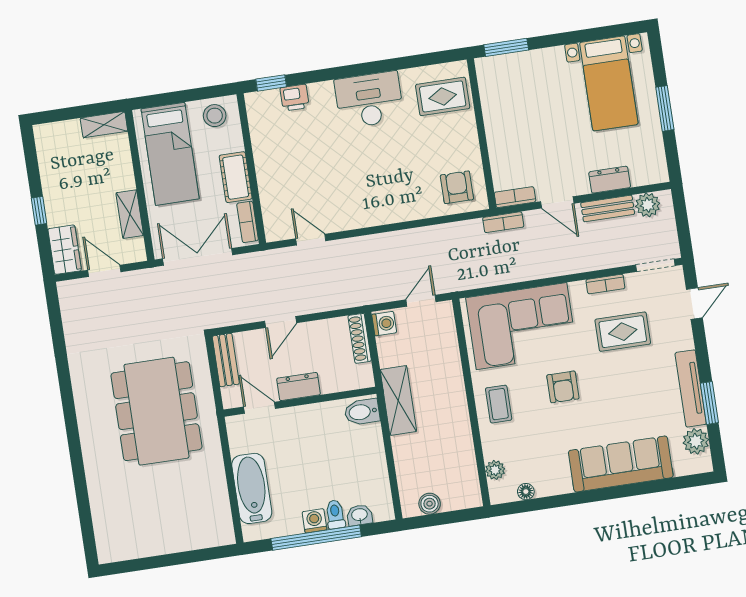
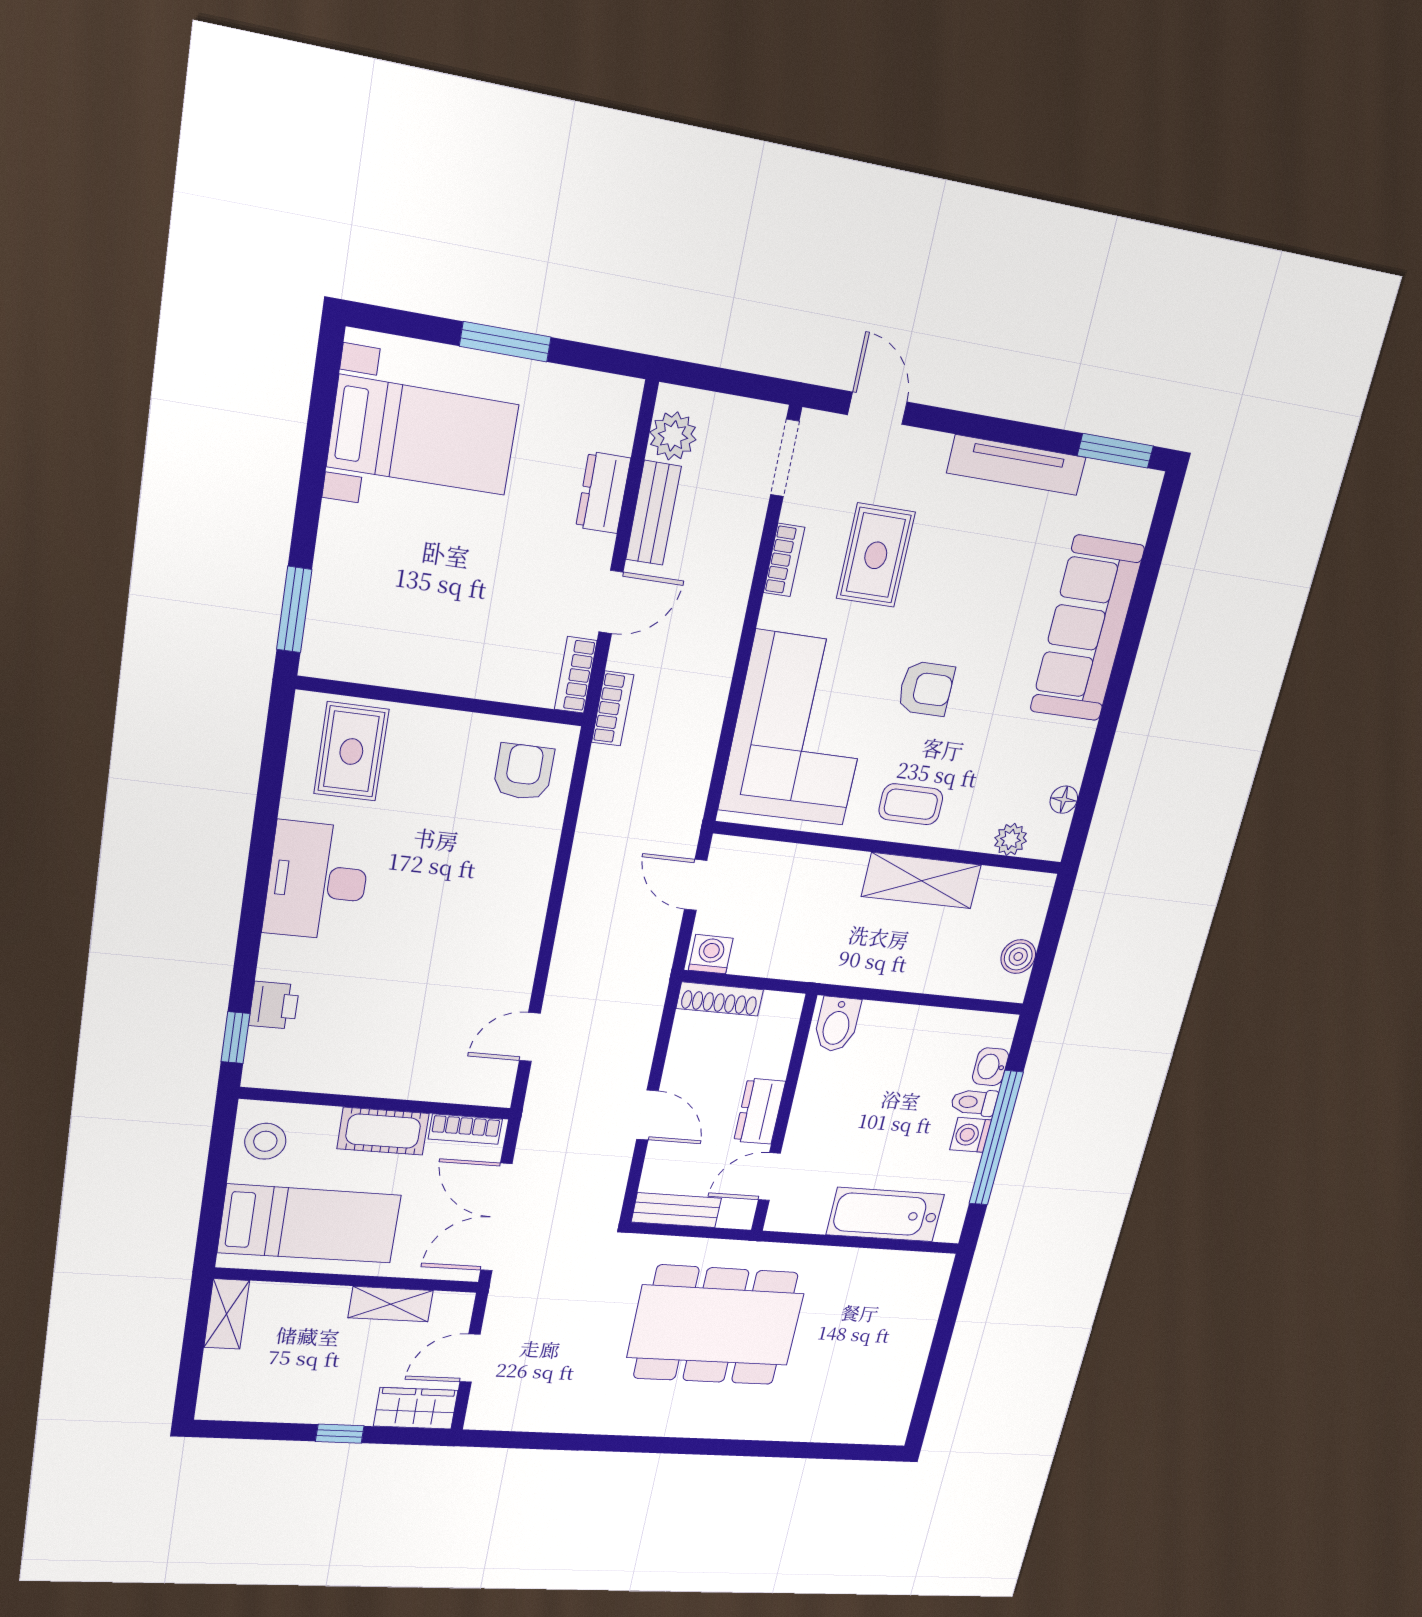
armchair: (457, 187) -> (524, 772), turned 90
shelving: (398, 400) -> (921, 881), moved
window: (709, 403) -> (1115, 451), moved
plant: (696, 441) -> (1105, 486), removed

